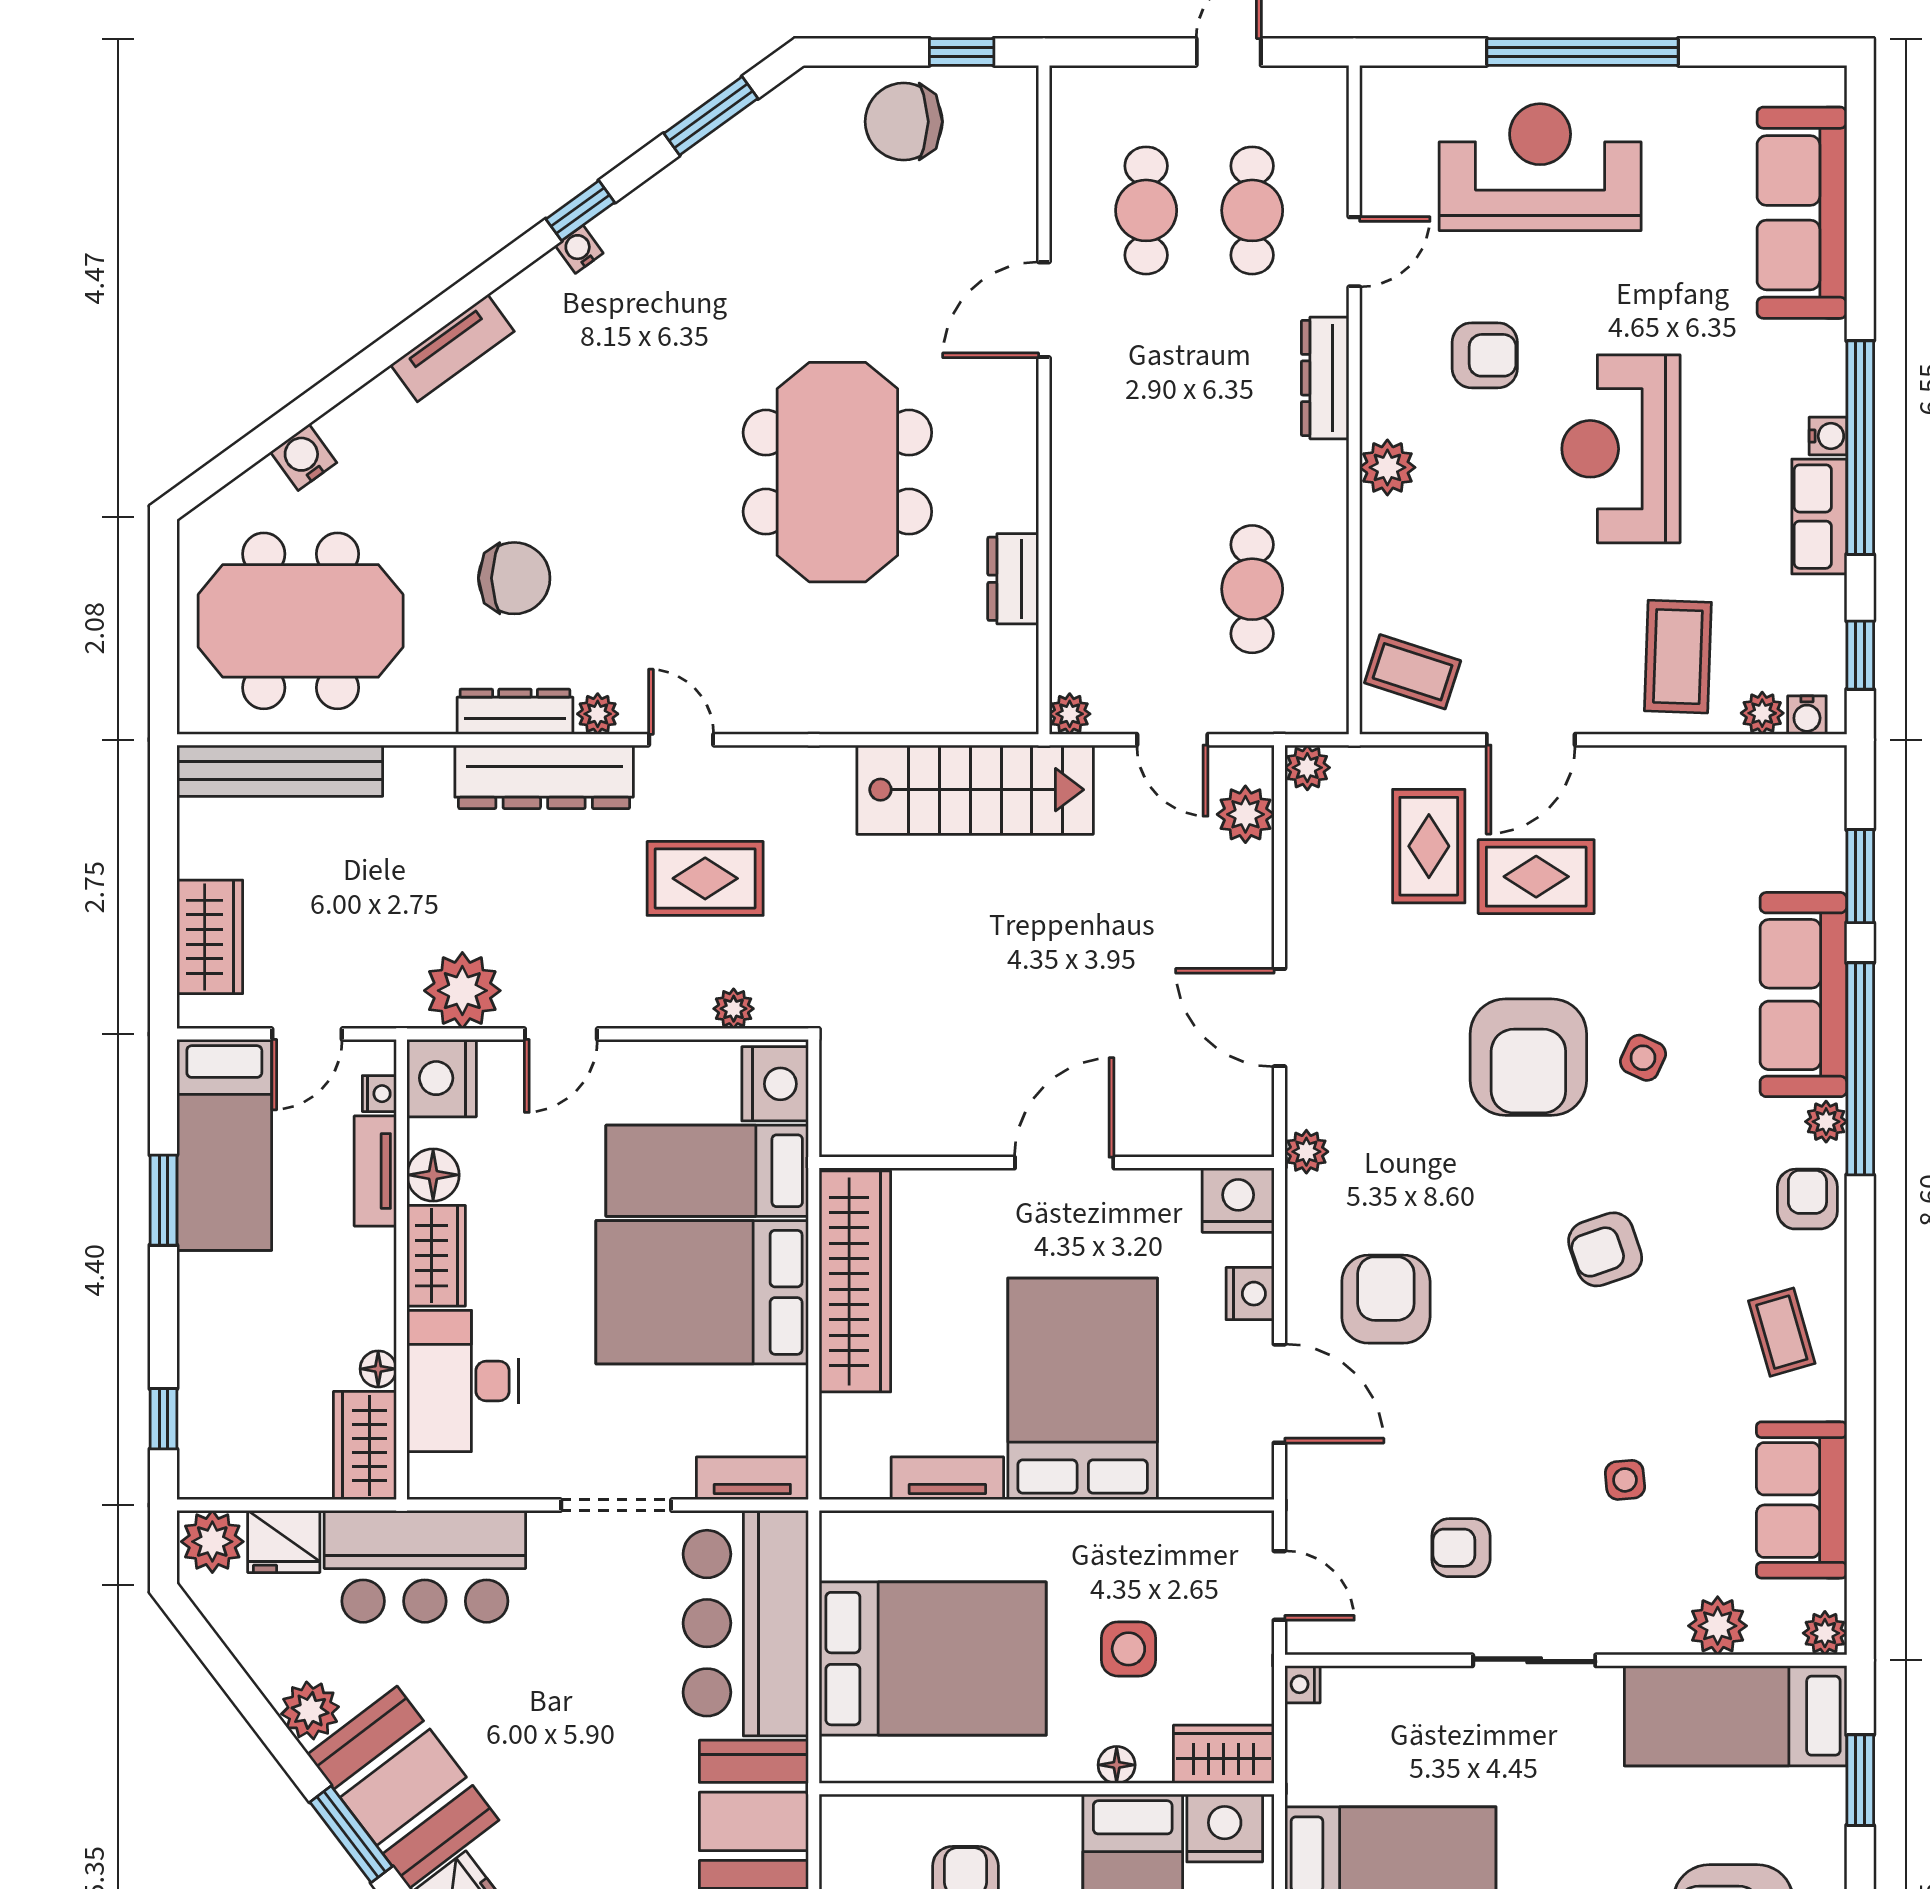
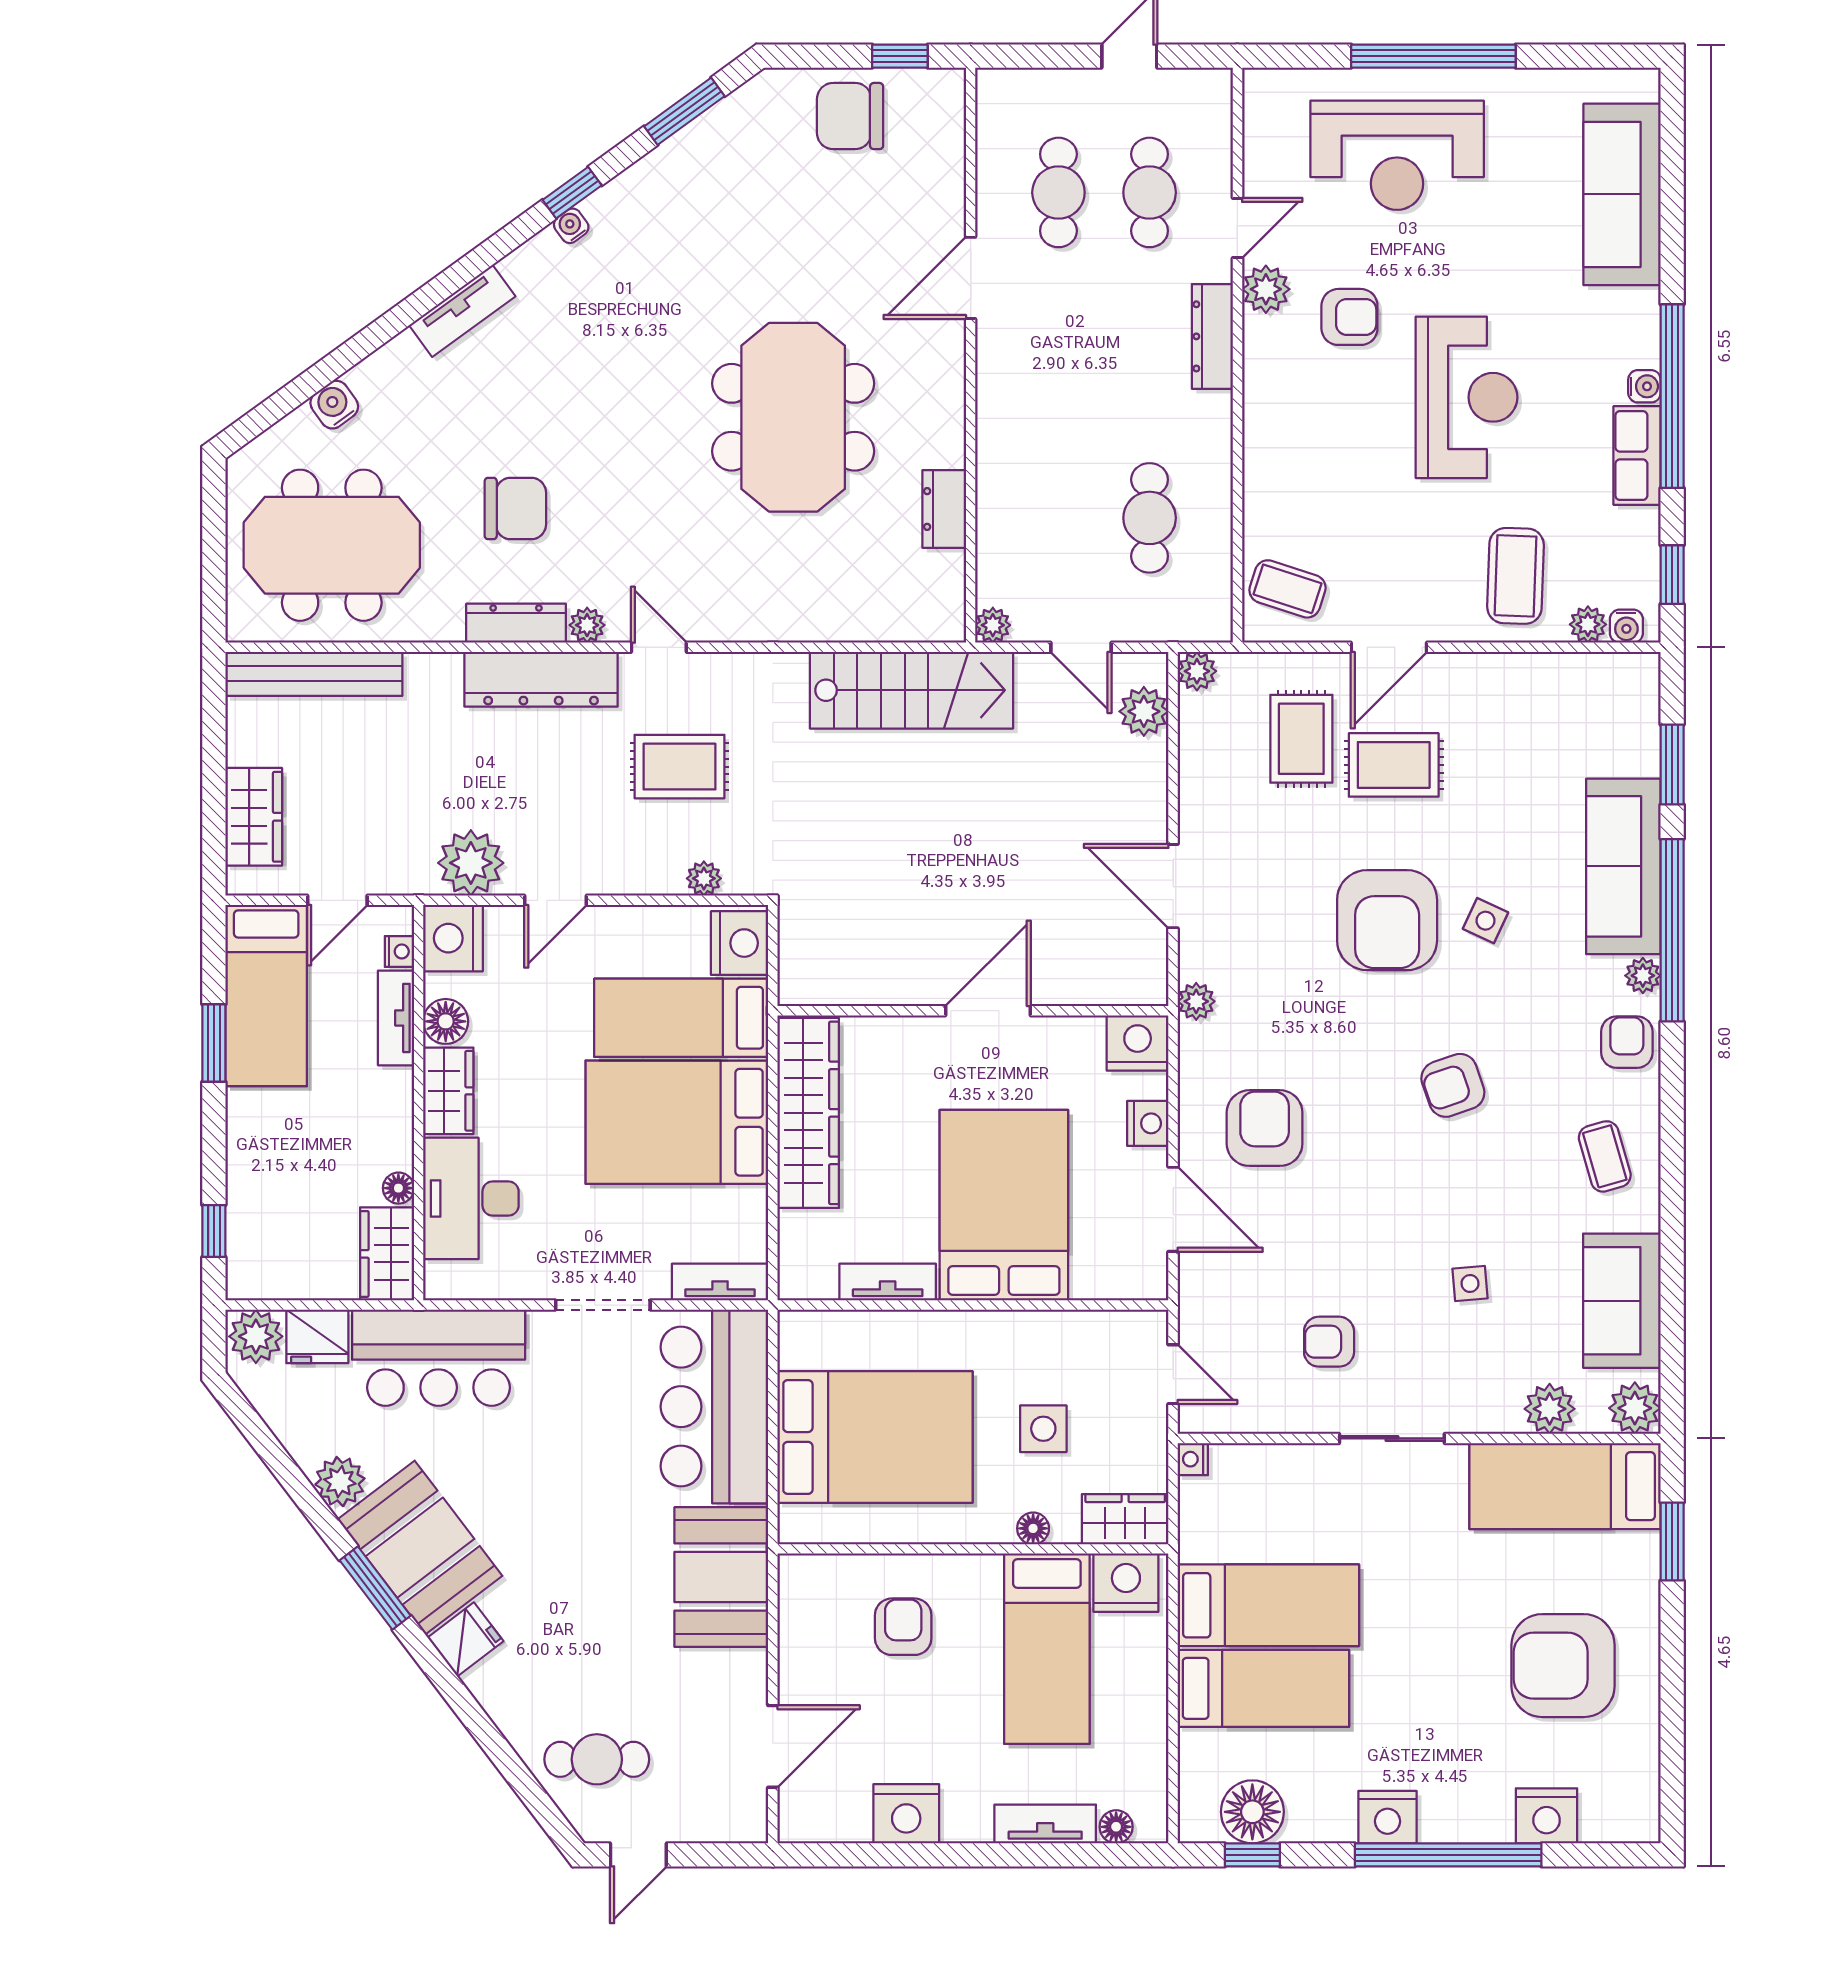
reception desk: (1540, 167) -> (1397, 155), turned 180
reception desk: (1621, 449) -> (1467, 397), turned 180
plant: (1387, 467) -> (1266, 289), moved
plant: (1825, 1633) -> (1635, 1408), width x1.38, depth x1.38

